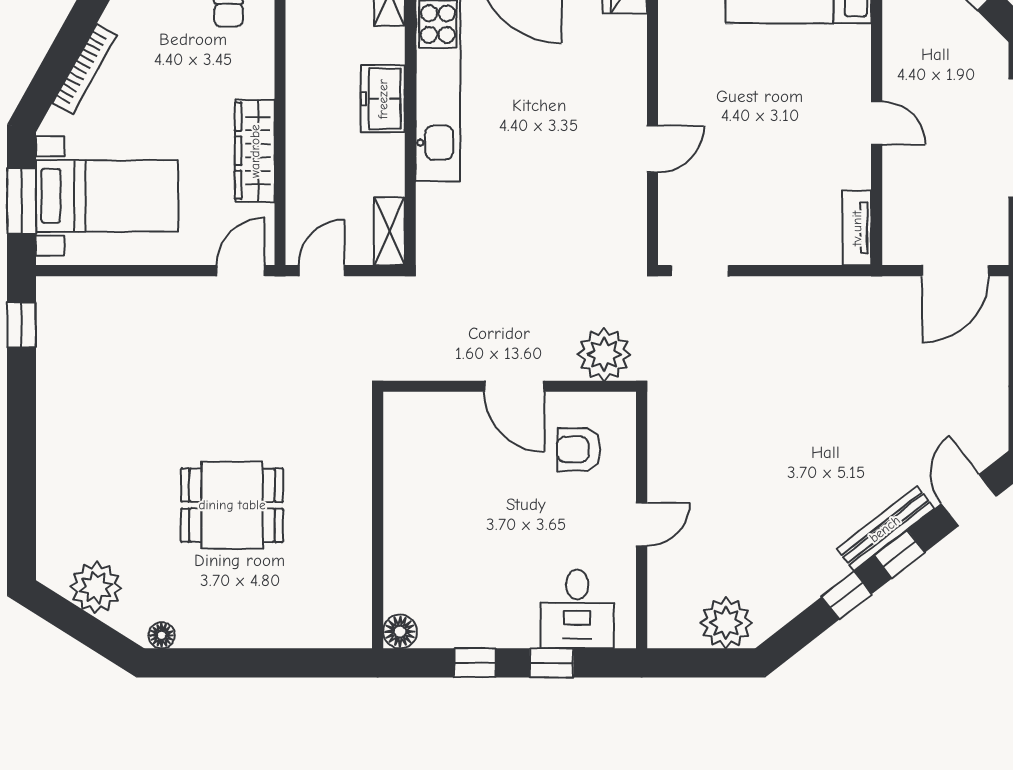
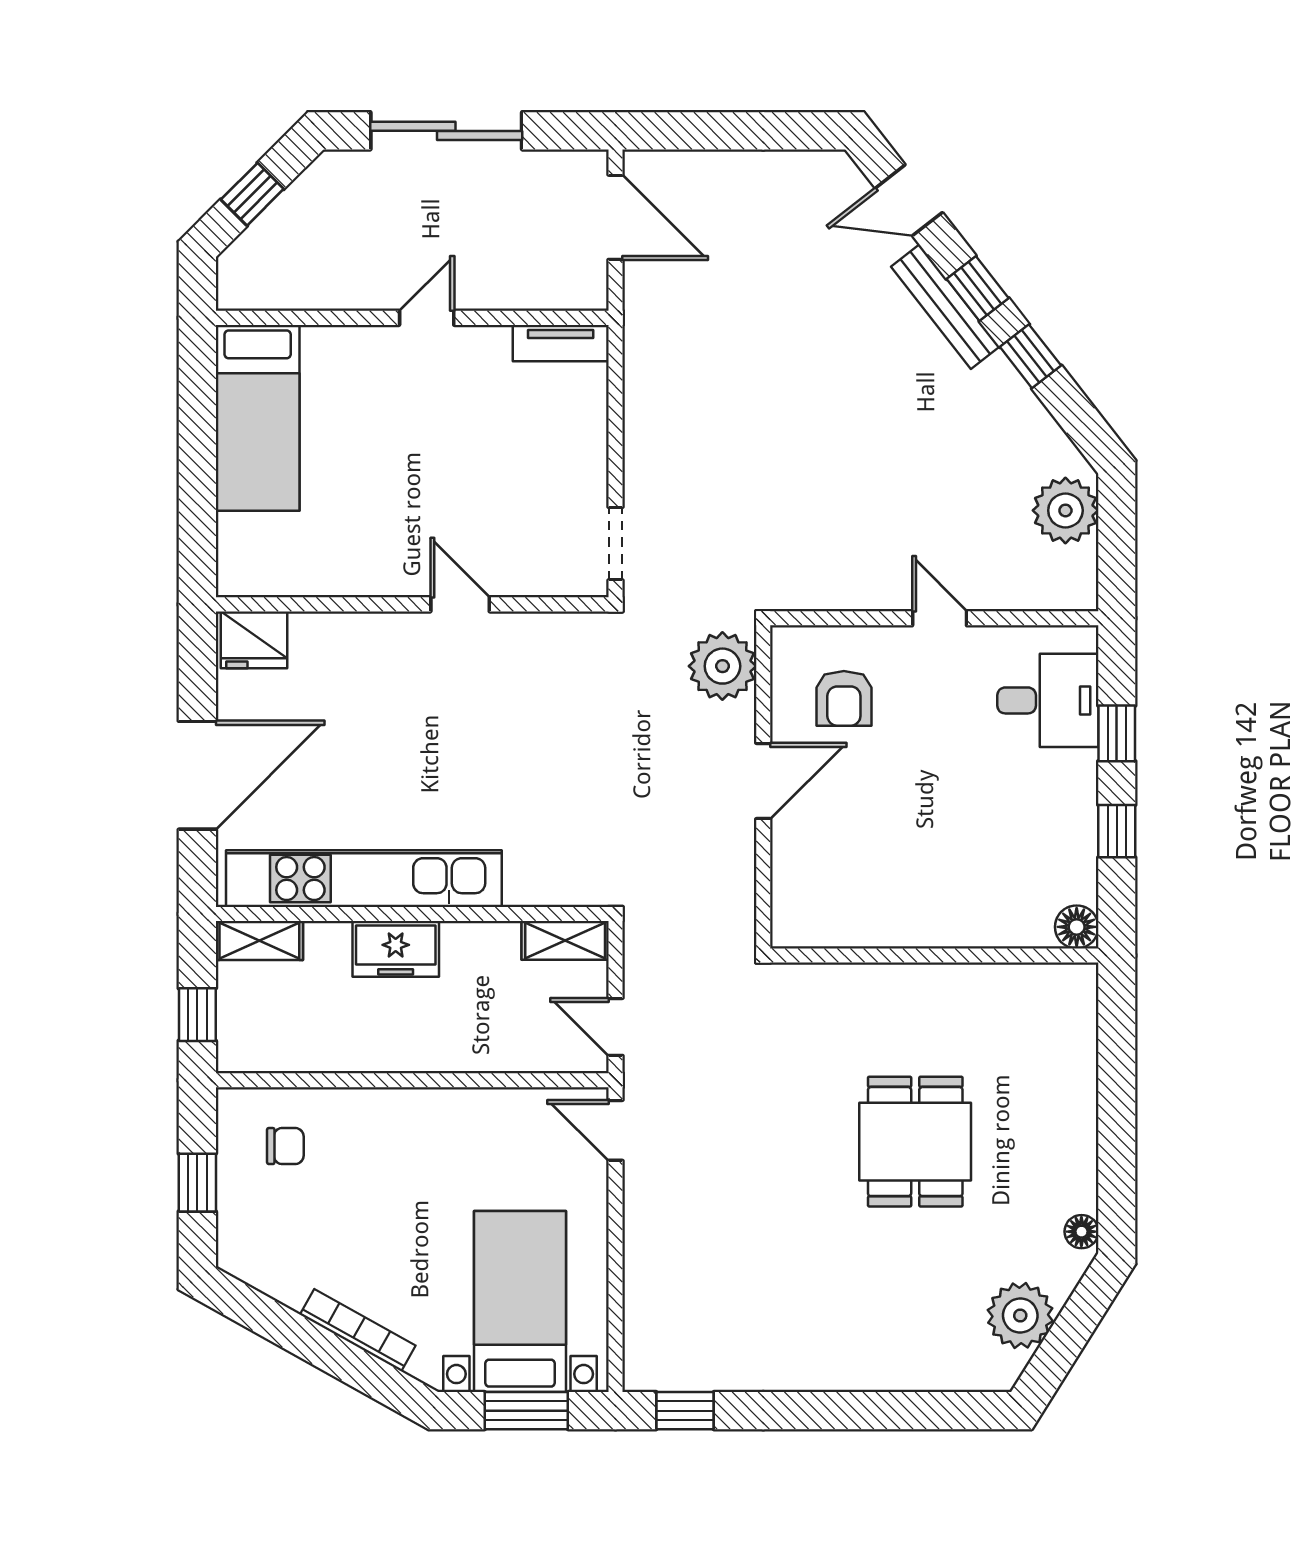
wardrobe: (255, 151) -> (462, 1113), removed

